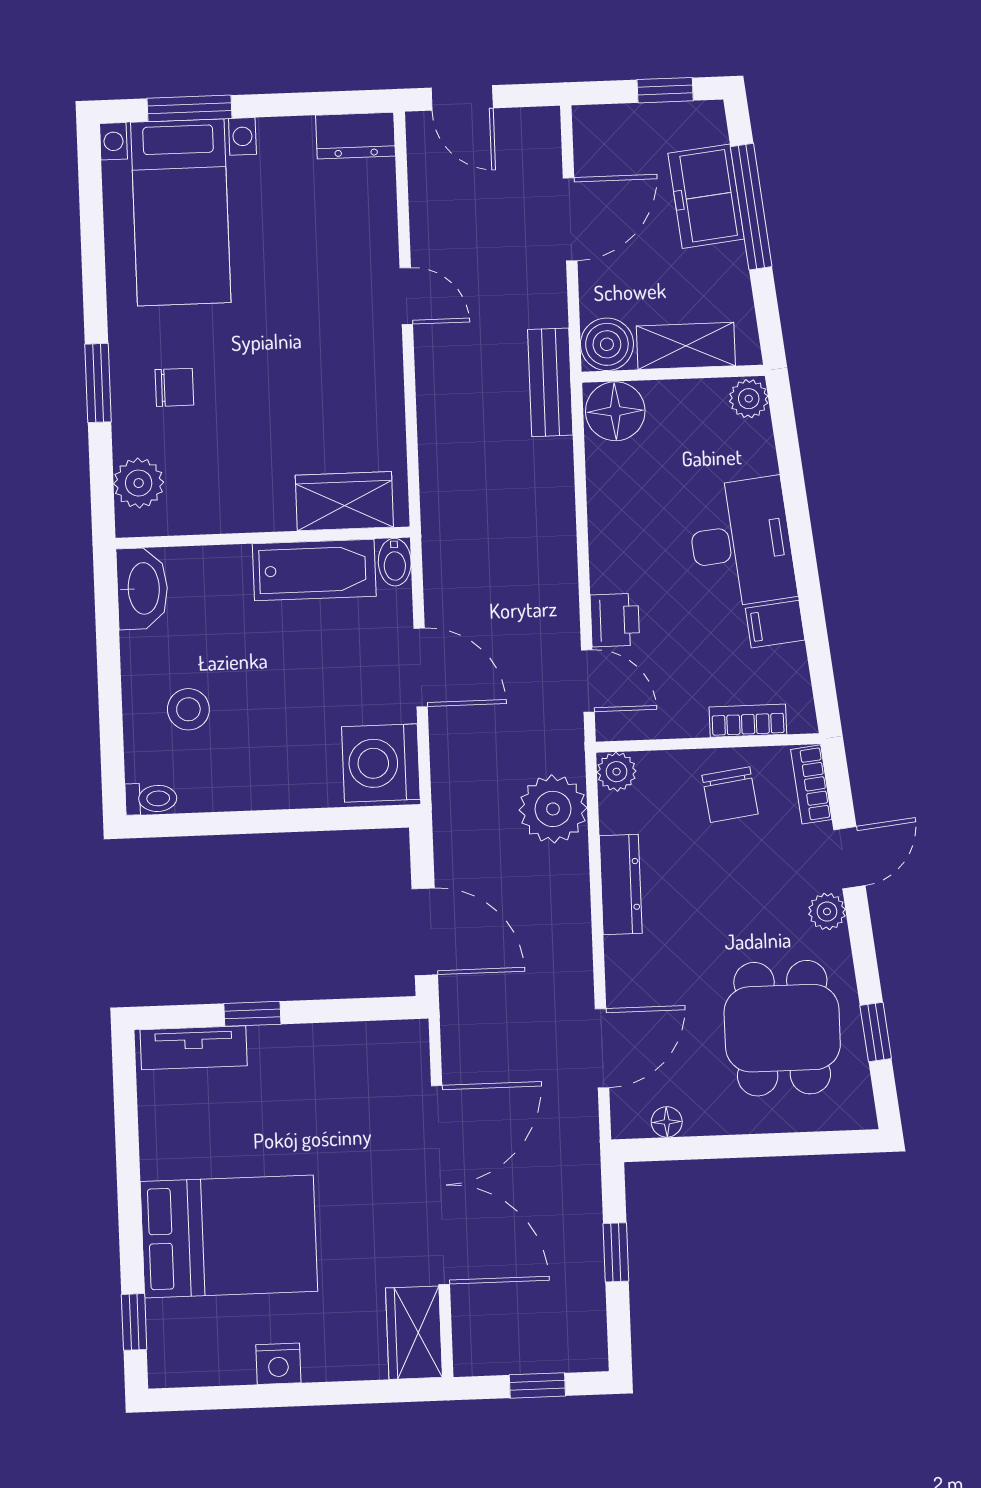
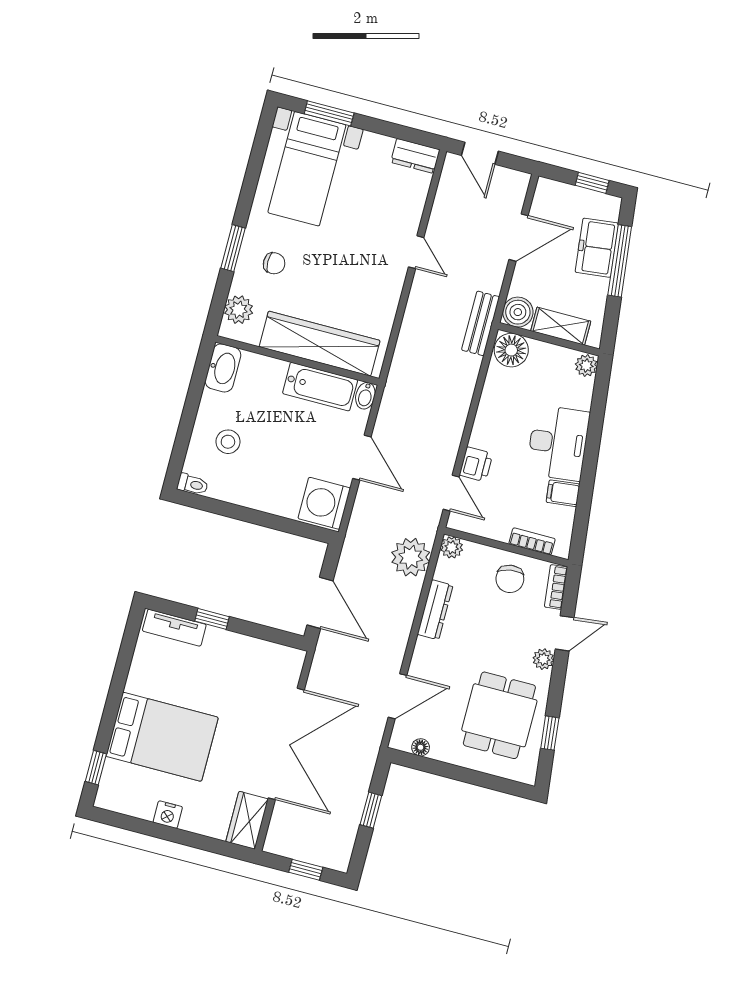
wardrobe: (344, 501) -> (320, 344), width x2.10, depth x1.17

